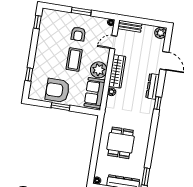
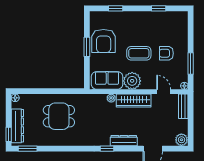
window: (81, 11) -> (191, 63), moved
window: (37, 22) -> (159, 8), moved
armchair: (57, 90) -> (104, 41), turned 180

